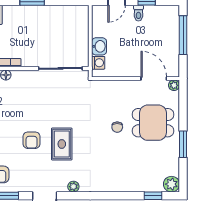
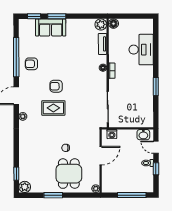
washbasin: (99, 46) -> (143, 135), moved
door: (154, 78) -> (101, 156), moved

